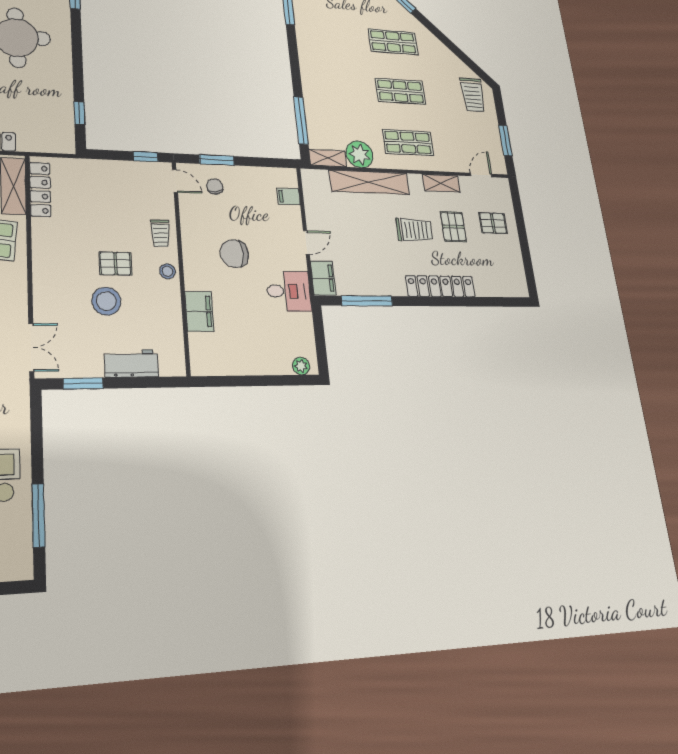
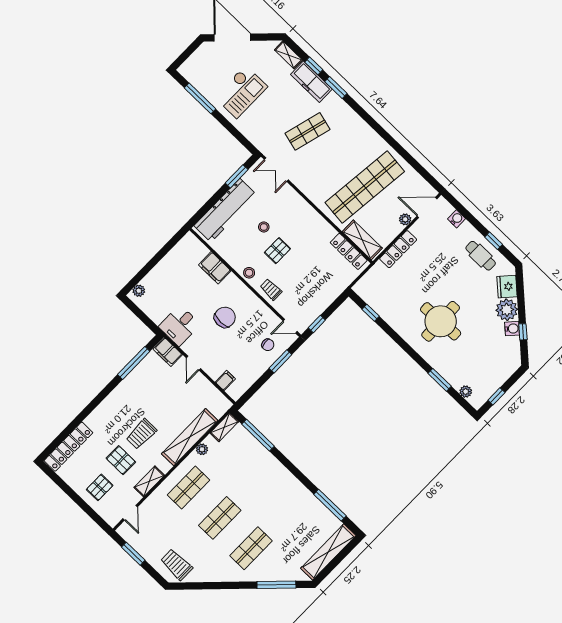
plant: (360, 154) -> (202, 449), width x0.53, depth x0.53
locker: (440, 286) -> (68, 447), moved
stool: (106, 301) -> (264, 227), width x0.53, depth x0.53
workbench: (131, 363) -> (225, 210), width x1.88, depth x1.32

